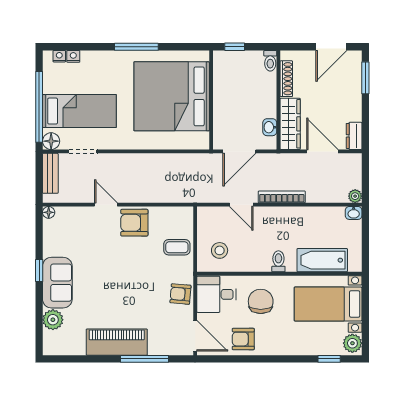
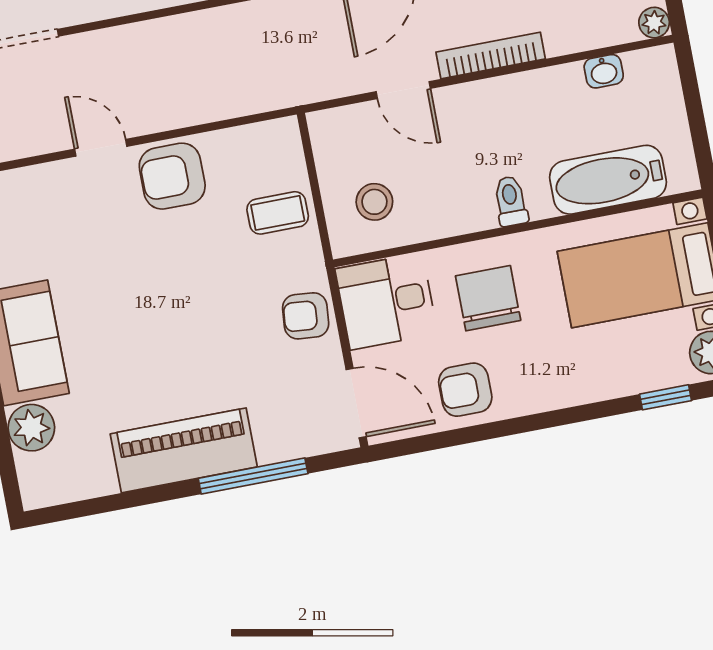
washbasin: (354, 213) -> (604, 71), moved

